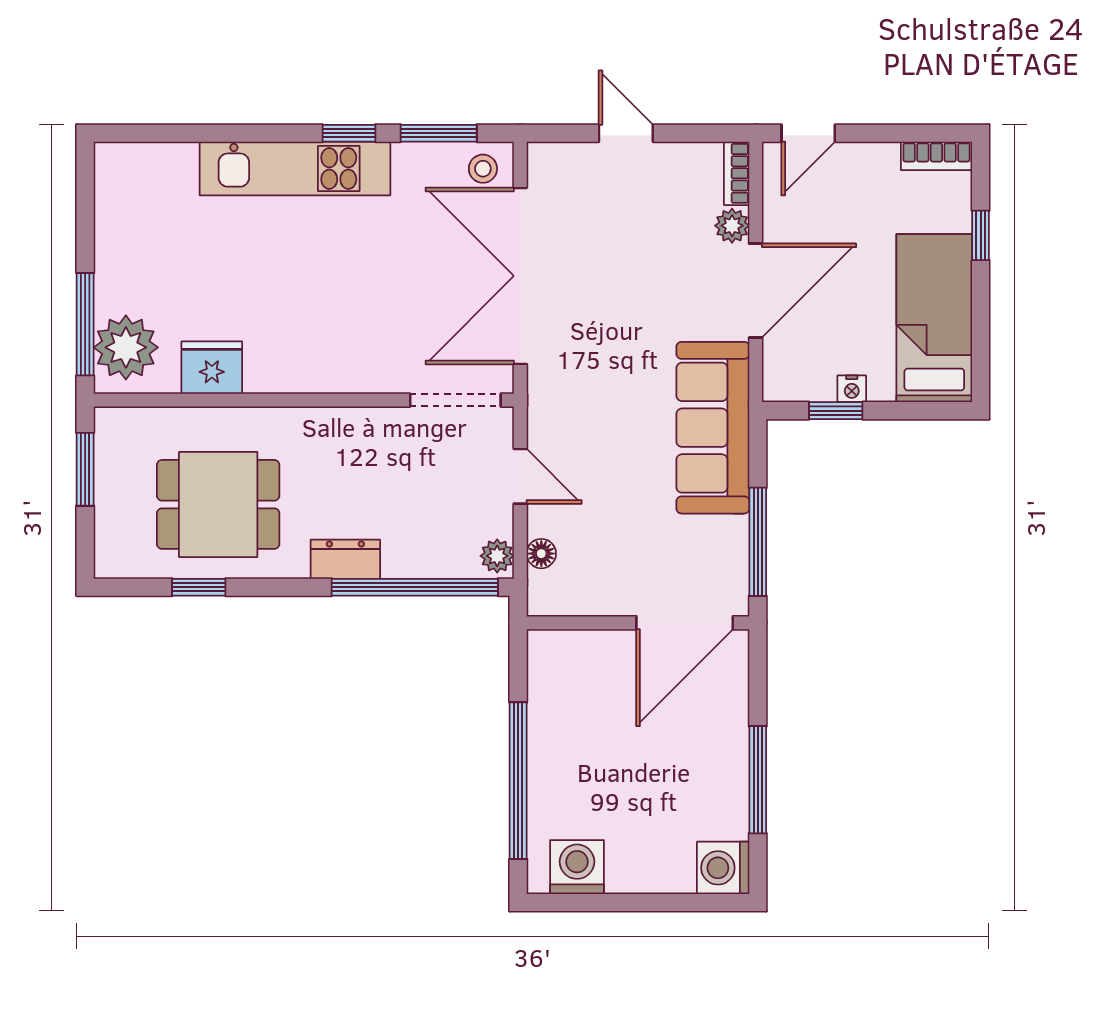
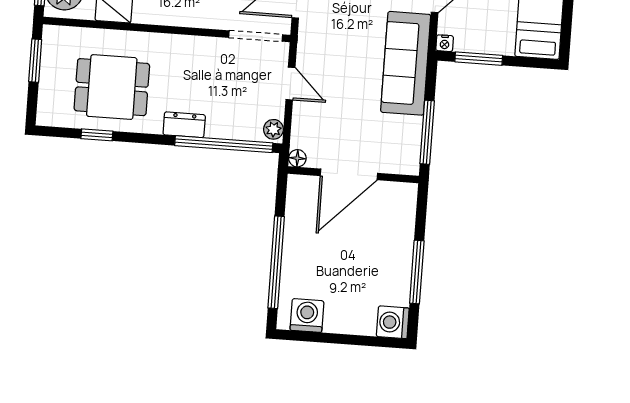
nightstand: (852, 389) -> (445, 43), moved
window: (836, 411) -> (479, 59), width x1.50
floor lamp: (541, 554) -> (297, 158), moved
door: (685, 623) -> (349, 174), moved

